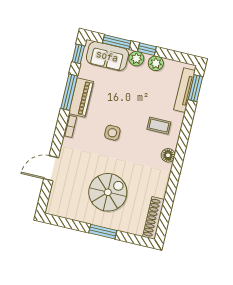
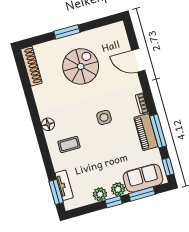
tv unit: (184, 90) -> (64, 185), width x0.71
door: (51, 168) -> (138, 60), swing flipped
spiral stairs: (108, 192) -> (81, 66), turned 180

